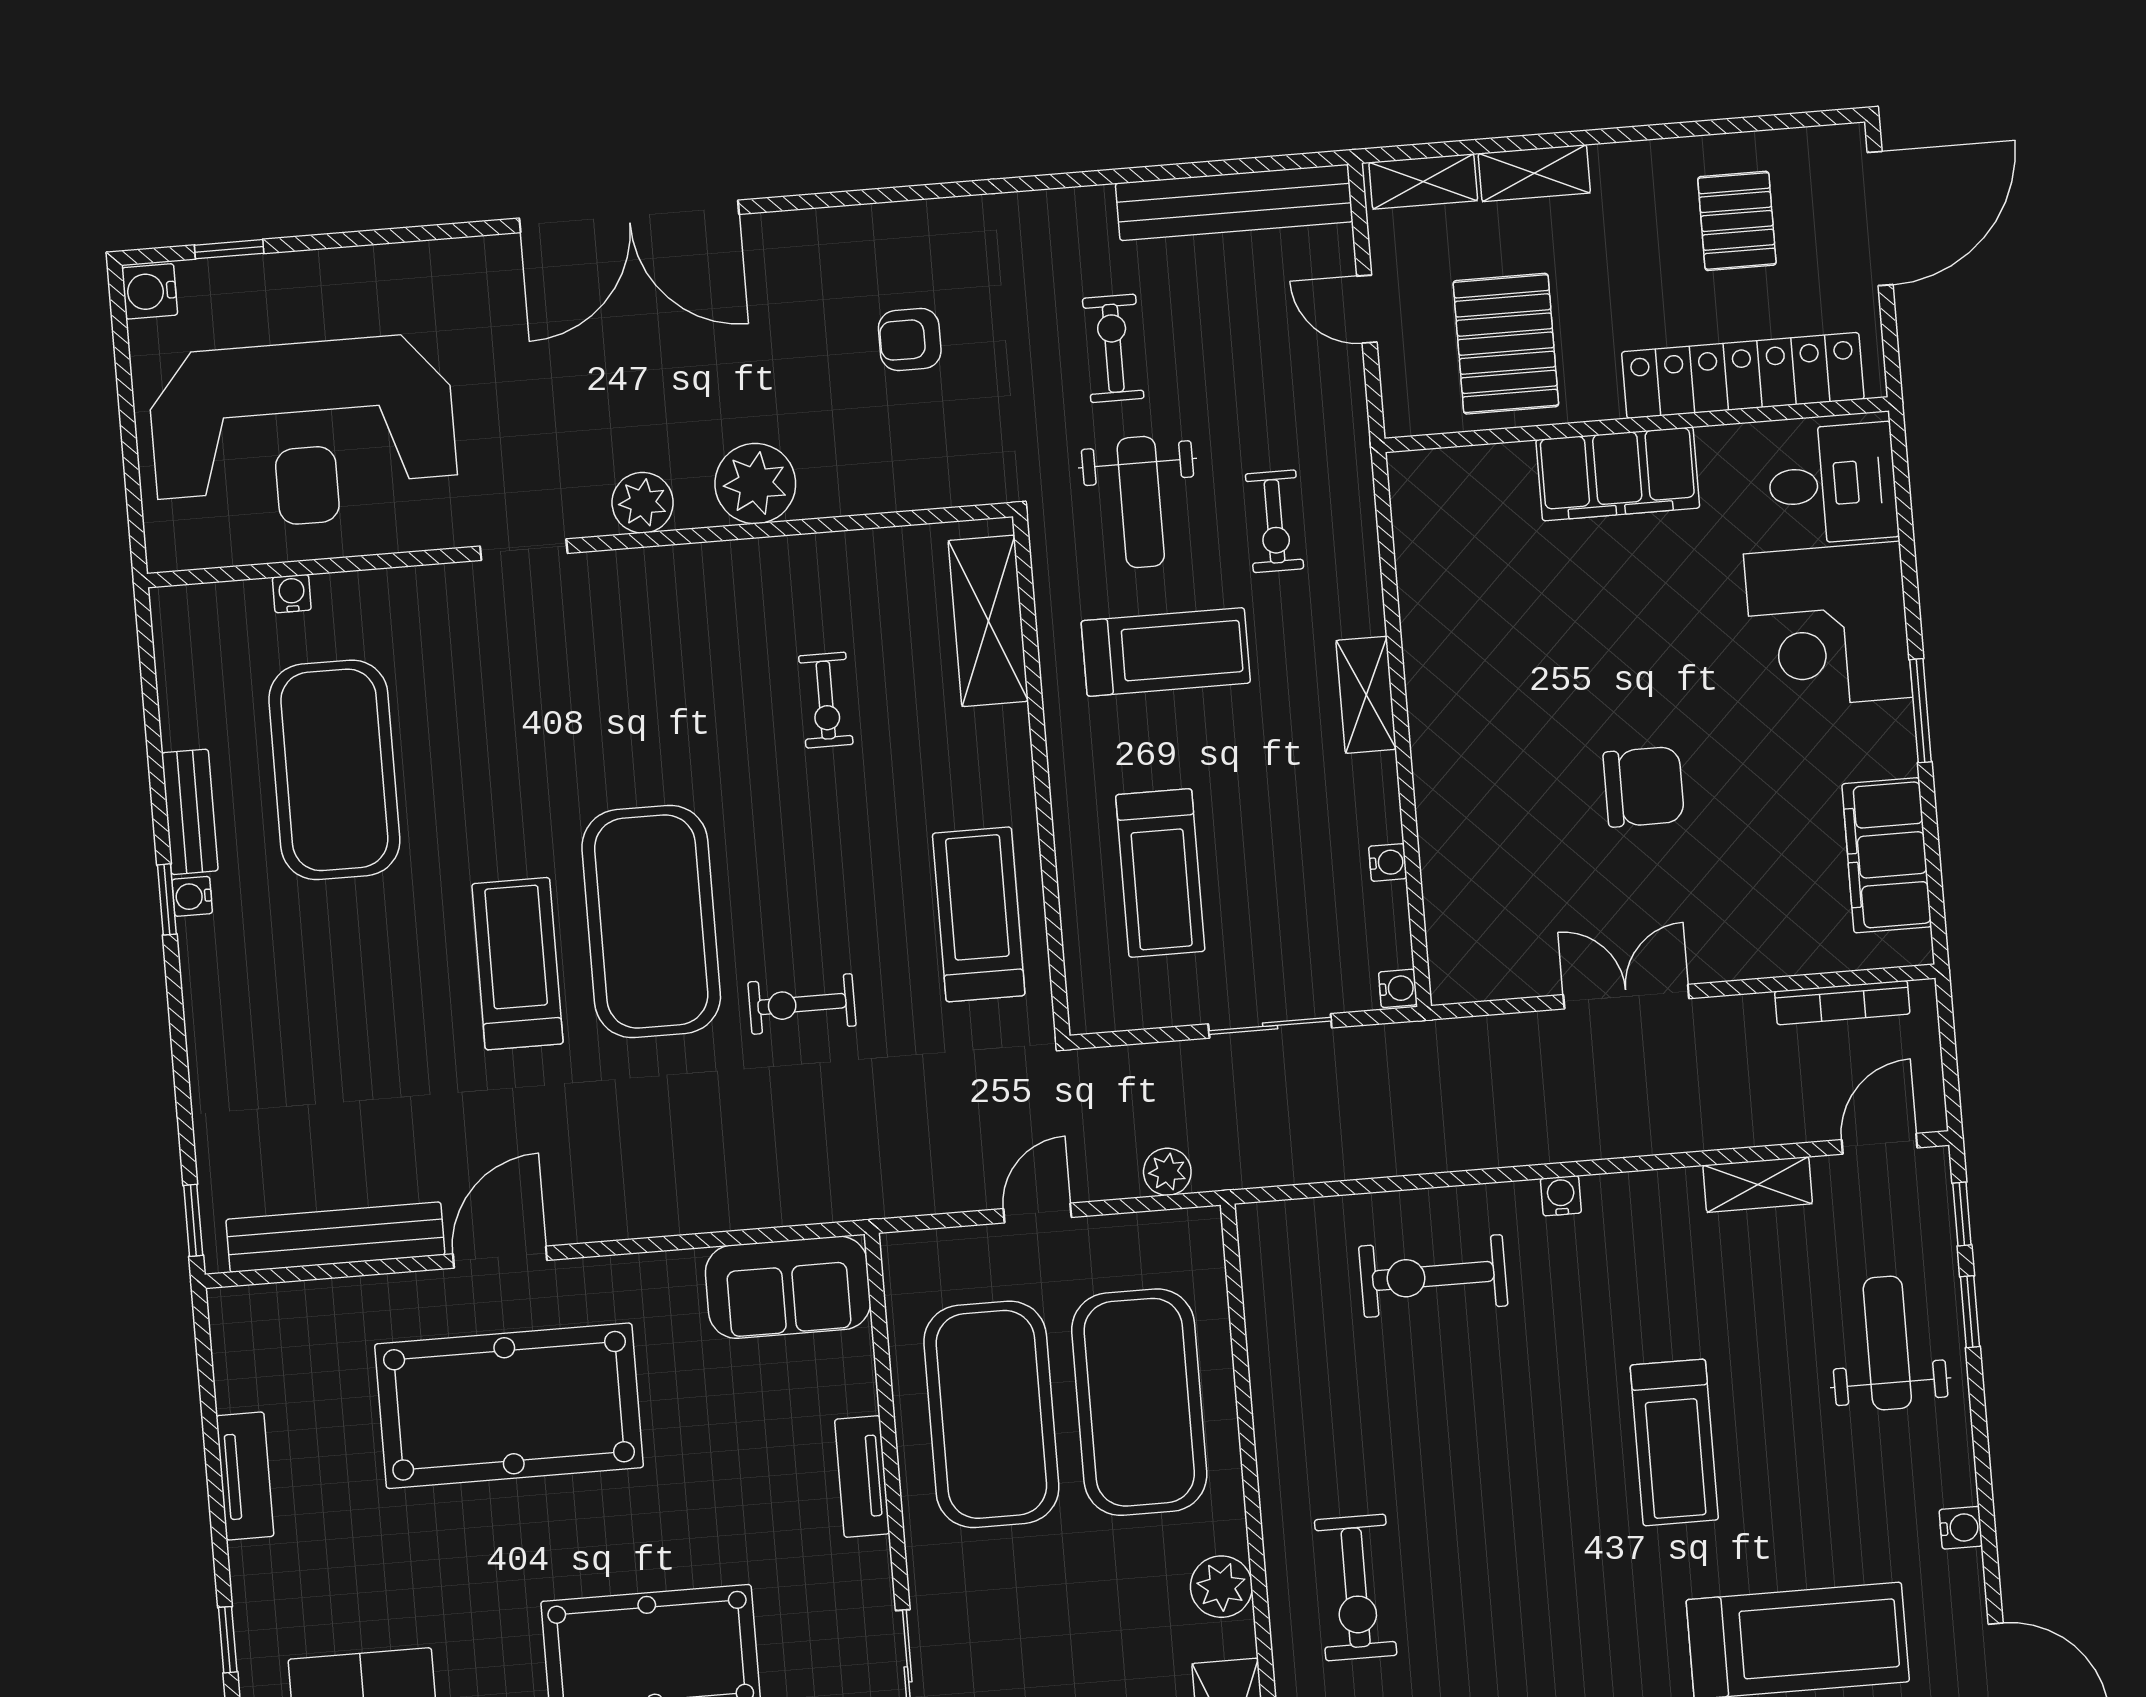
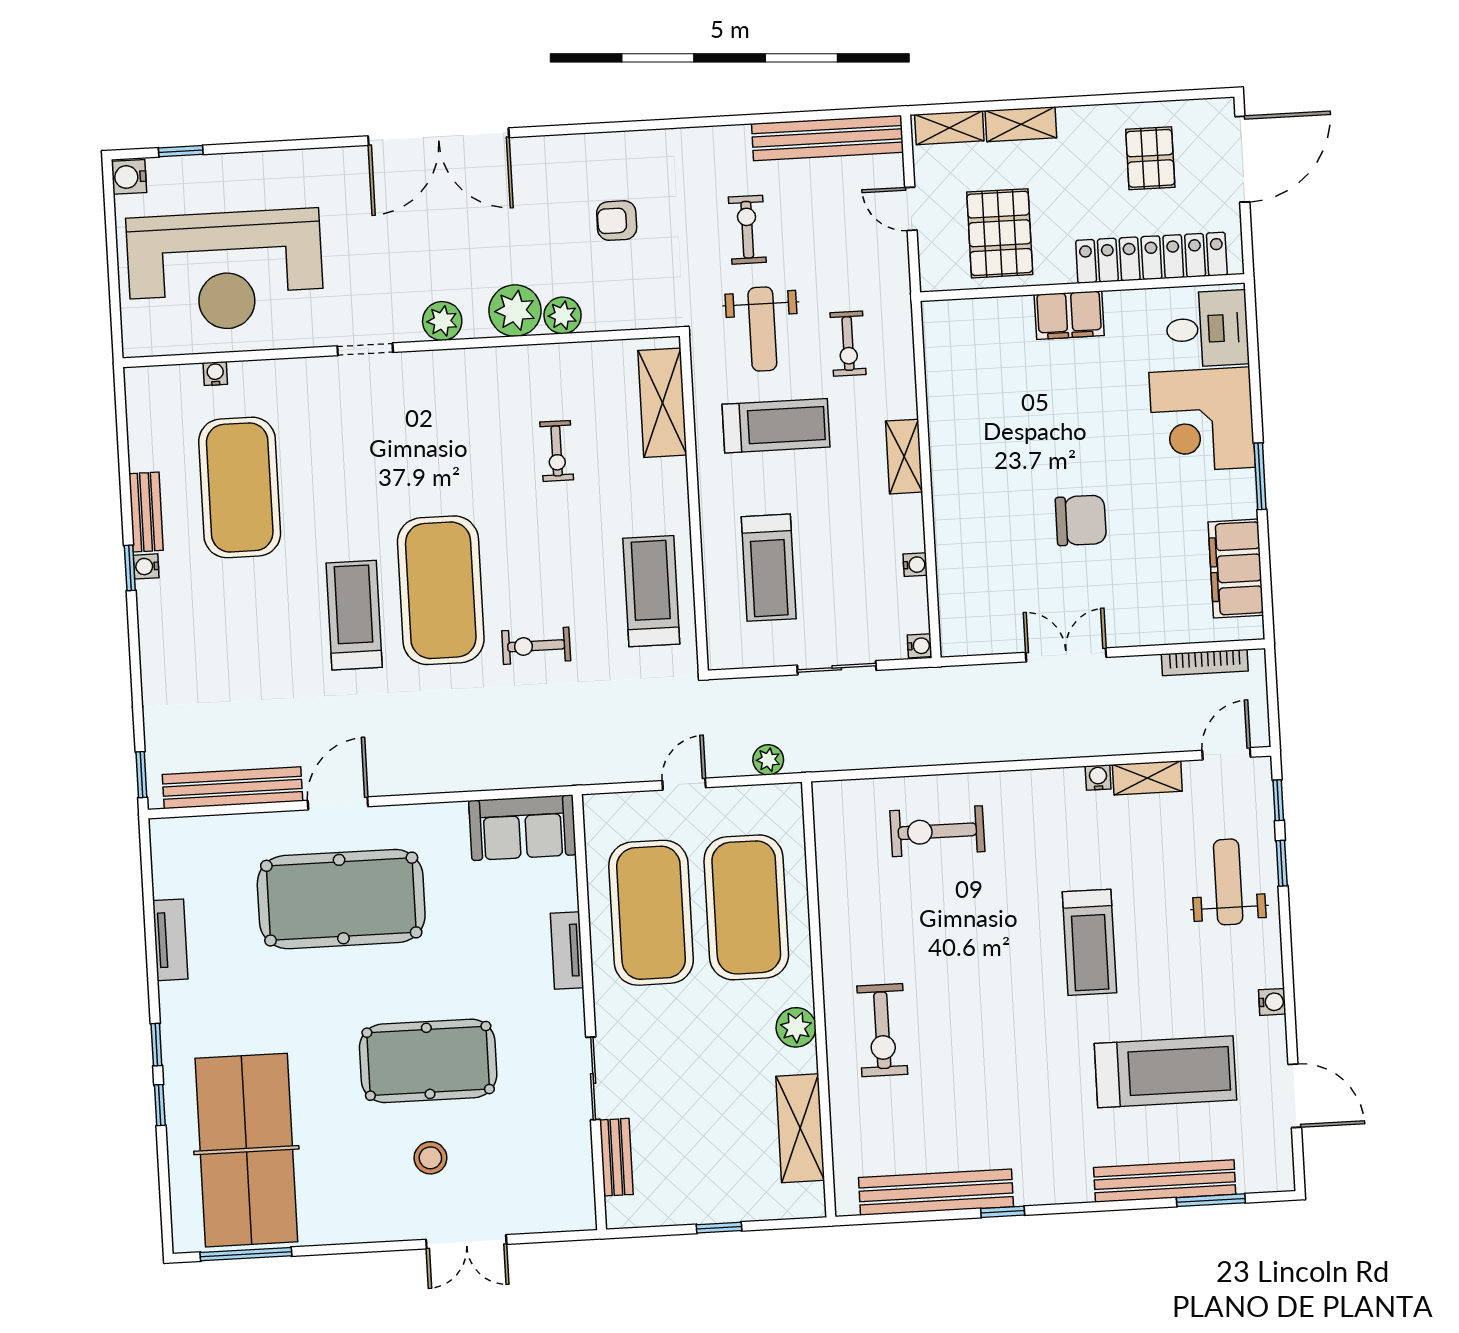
filing cabinet: (1618, 474) -> (1069, 315), width x0.67, depth x0.86
plant: (829, 489) -> (563, 315), added
water cooler: (1561, 1196) -> (1098, 777), moved

